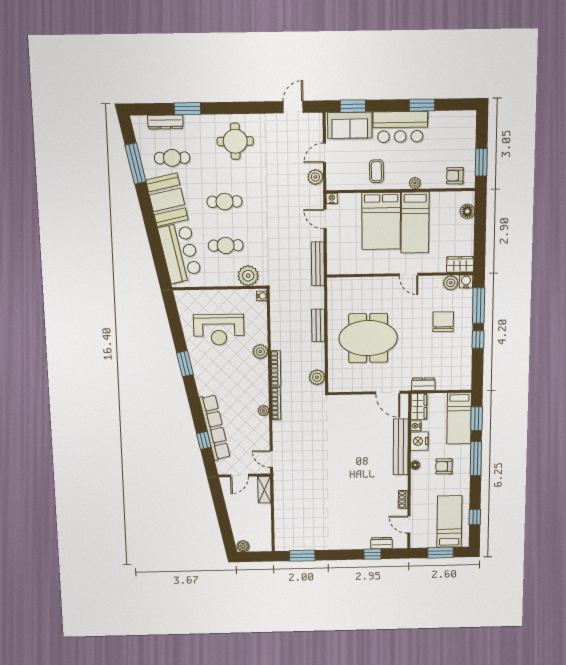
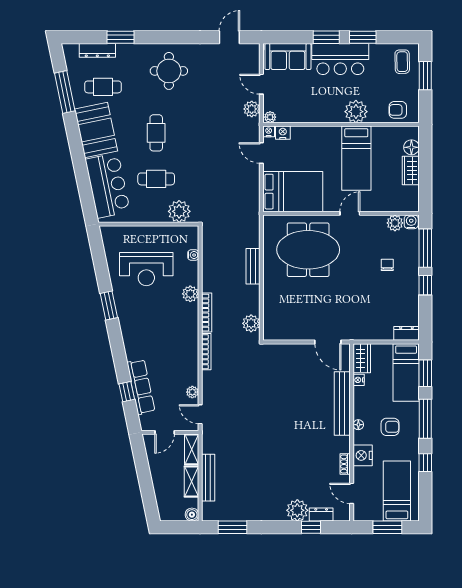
window: (353, 106) -> (326, 37), moved
door: (324, 153) -> (261, 84), hinge flipped
window: (481, 162) -> (425, 76), moved
coffee table: (376, 171) -> (402, 62), moved
plant: (415, 183) -> (356, 112), width x1.87, depth x1.87
plant: (333, 185) -> (270, 117), added
nightstand: (345, 199) -> (283, 133), added
cafe table: (225, 202) -> (156, 133), turned 90
bed: (381, 221) -> (293, 192), moved, turned -90
bench: (318, 264) -> (208, 478), moved
wardrobe: (460, 264) -> (411, 171), moved, turned -90
door: (409, 275) -> (350, 213), swing flipped
water cooler: (262, 296) -> (193, 255), moved
chair: (443, 322) -> (387, 265), width x0.54, depth x0.54
meeting table: (368, 338) -> (308, 250), moved
dresser: (423, 384) -> (406, 333), moved
plant: (263, 411) -> (192, 392), moved
row of seats: (215, 428) -> (141, 387), width x0.73
nightstand: (419, 441) -> (363, 455), moved
armchair: (444, 466) -> (390, 427), turned 180
window: (475, 517) -> (425, 463), moved
shelving: (265, 518) -> (191, 482), added
plant: (360, 540) -> (297, 510), added
boiler: (243, 546) -> (192, 515), moved

